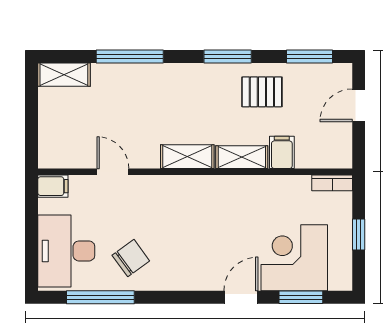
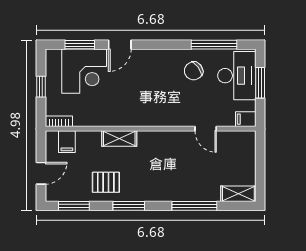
filing cabinet: (282, 152) -> (67, 142), moved
shelving: (187, 157) -> (156, 139), removed
window: (32, 240) -> (260, 83), added

